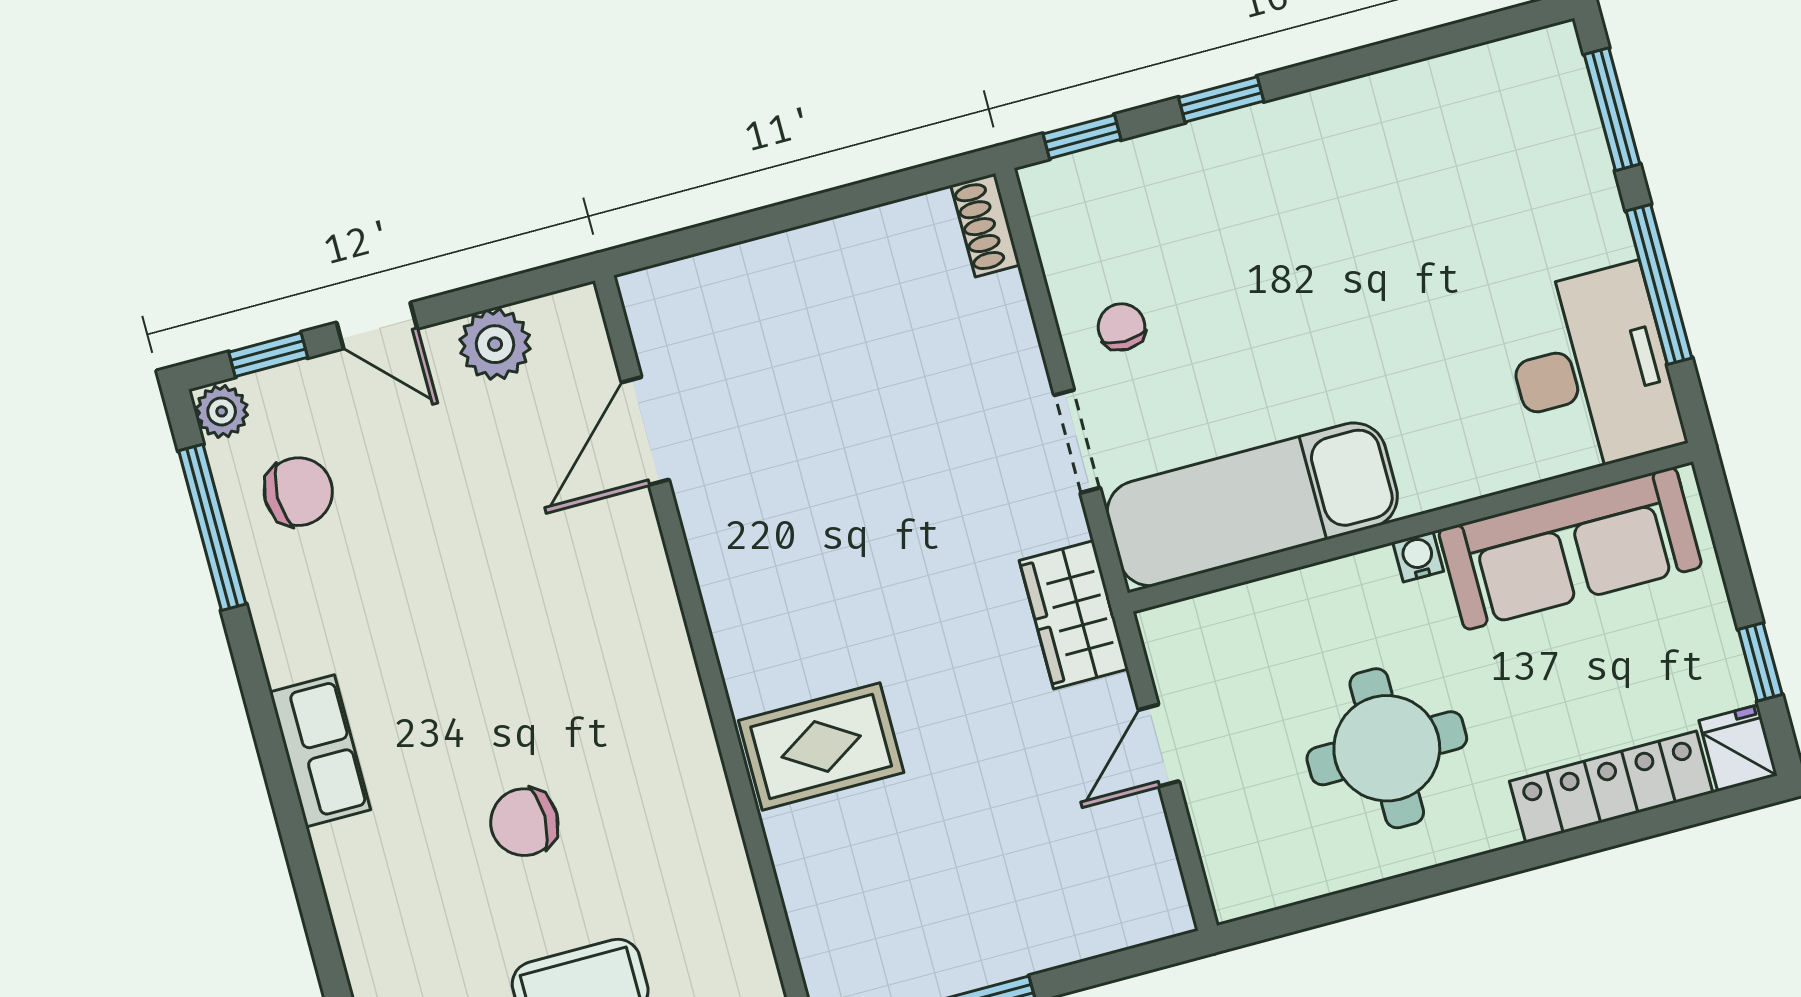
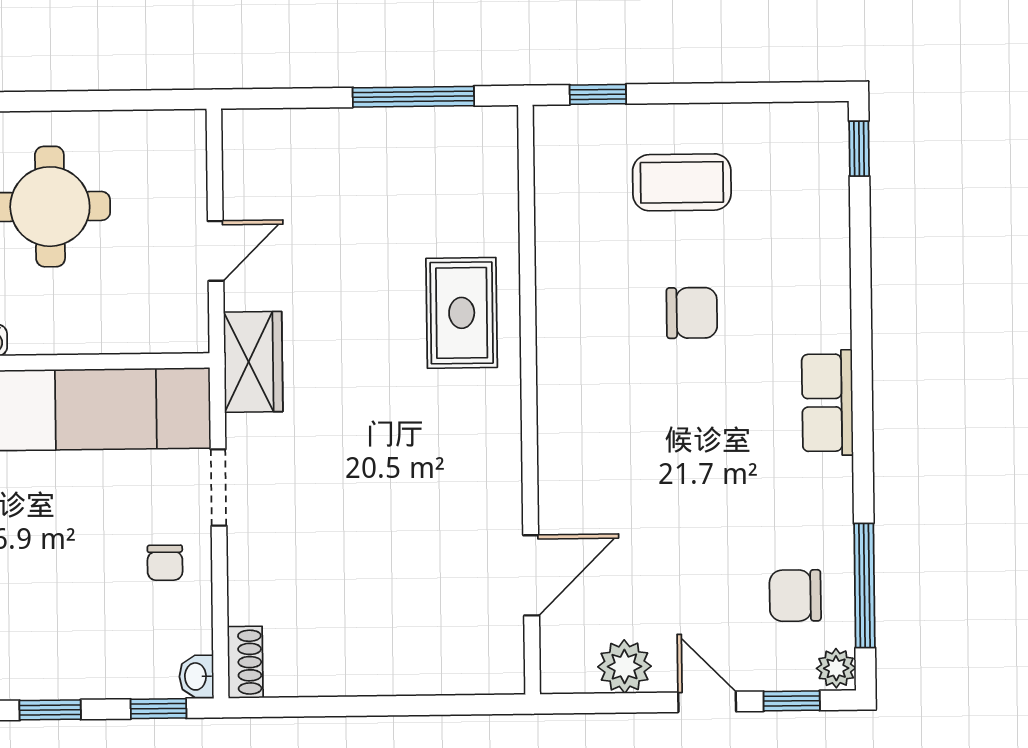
washbasin: (1043, 191) -> (196, 676), added
rug: (821, 747) -> (462, 313), turned 90

